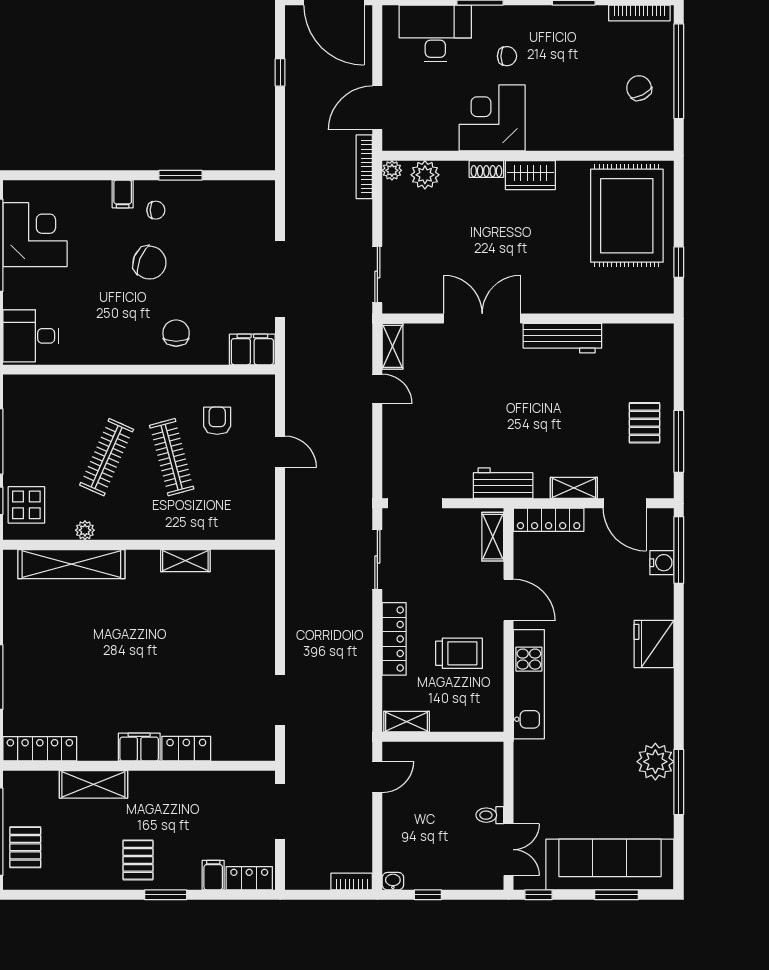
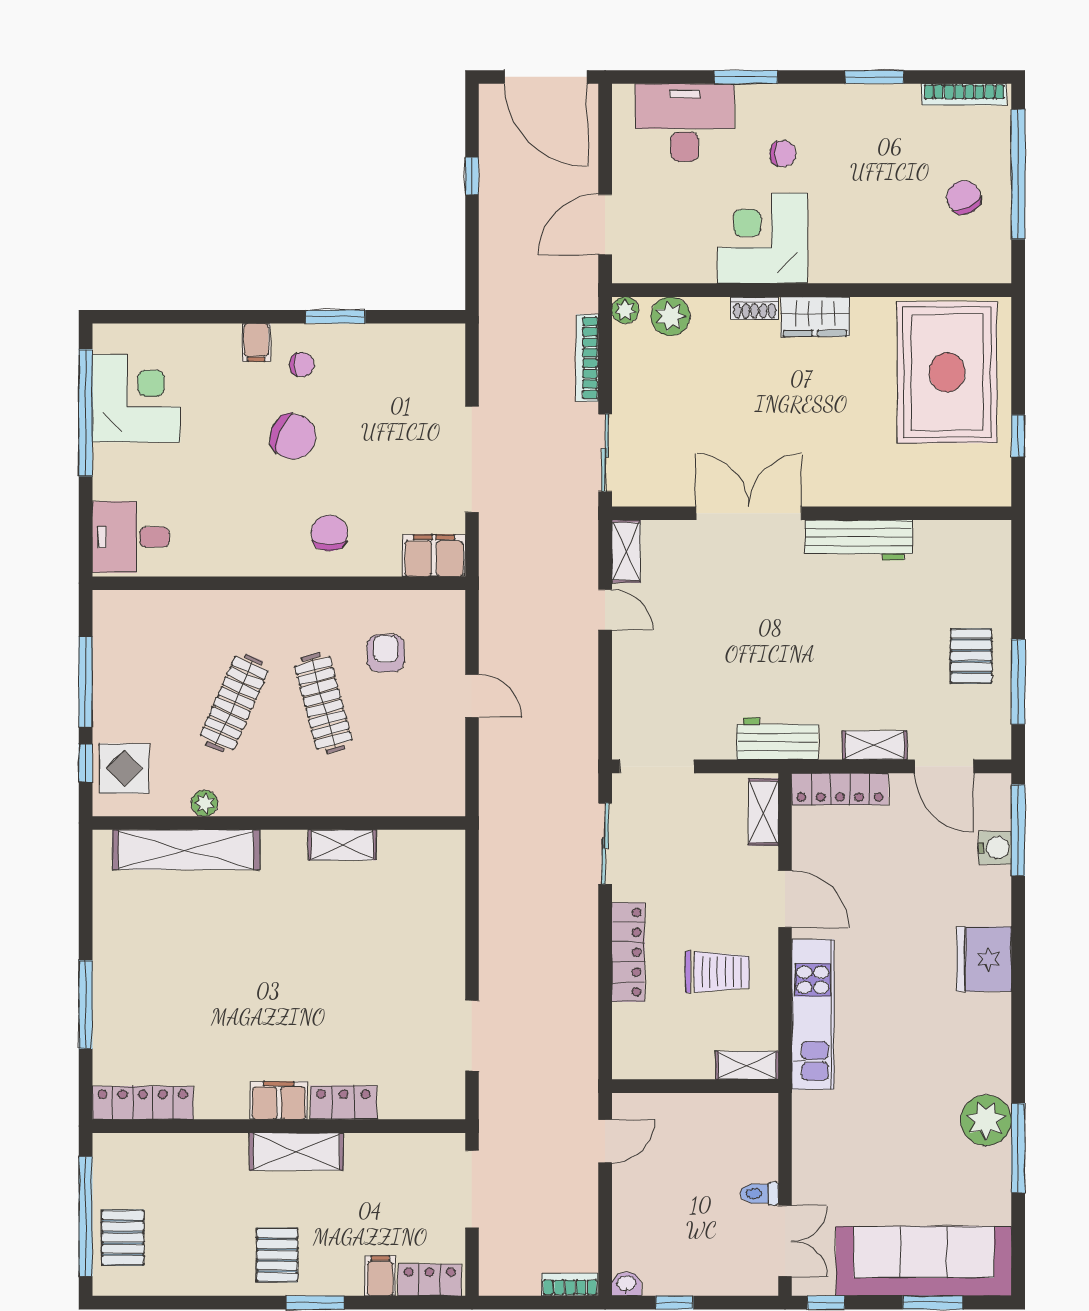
bookcase: (364, 167) -> (587, 358), moved
shelving: (407, 722) -> (747, 1065), moved
shelving: (93, 784) -> (296, 1151), moved

